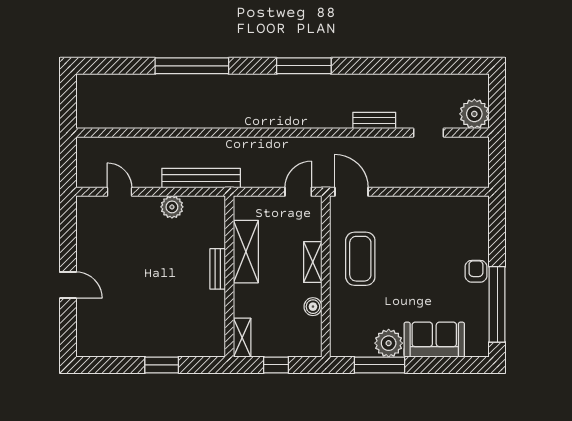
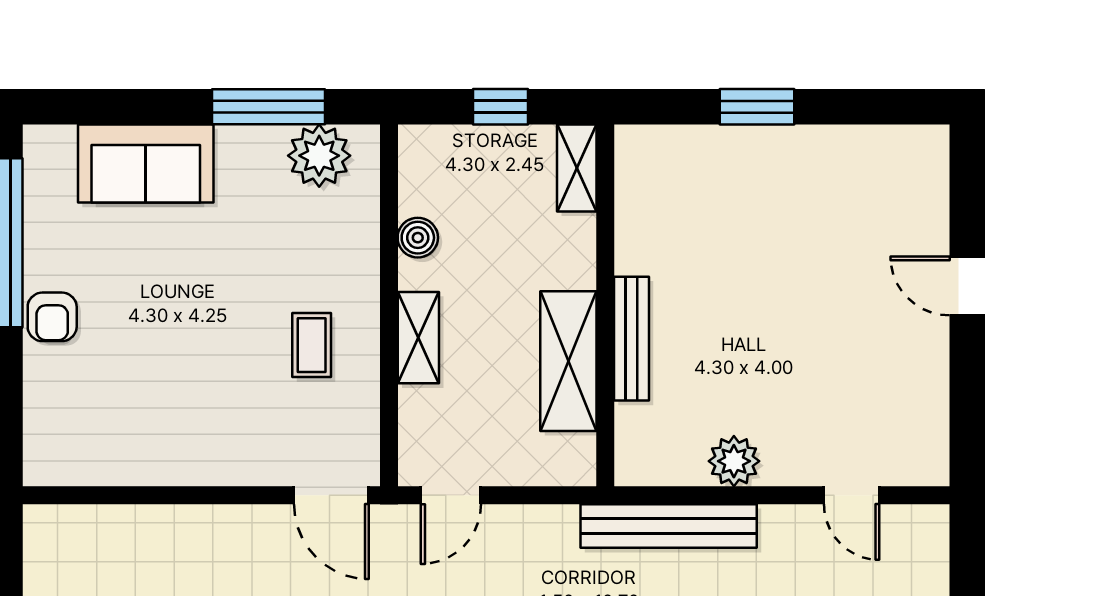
coffee table: (360, 259) -> (312, 345), width x0.54, depth x0.58
bench: (218, 269) -> (631, 339), width x1.36
plant: (389, 343) -> (319, 156), moved

